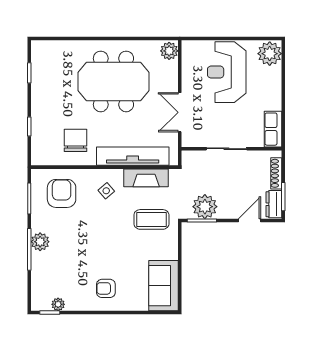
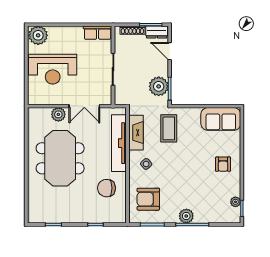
plant: (169, 51) -> (58, 114), moved

